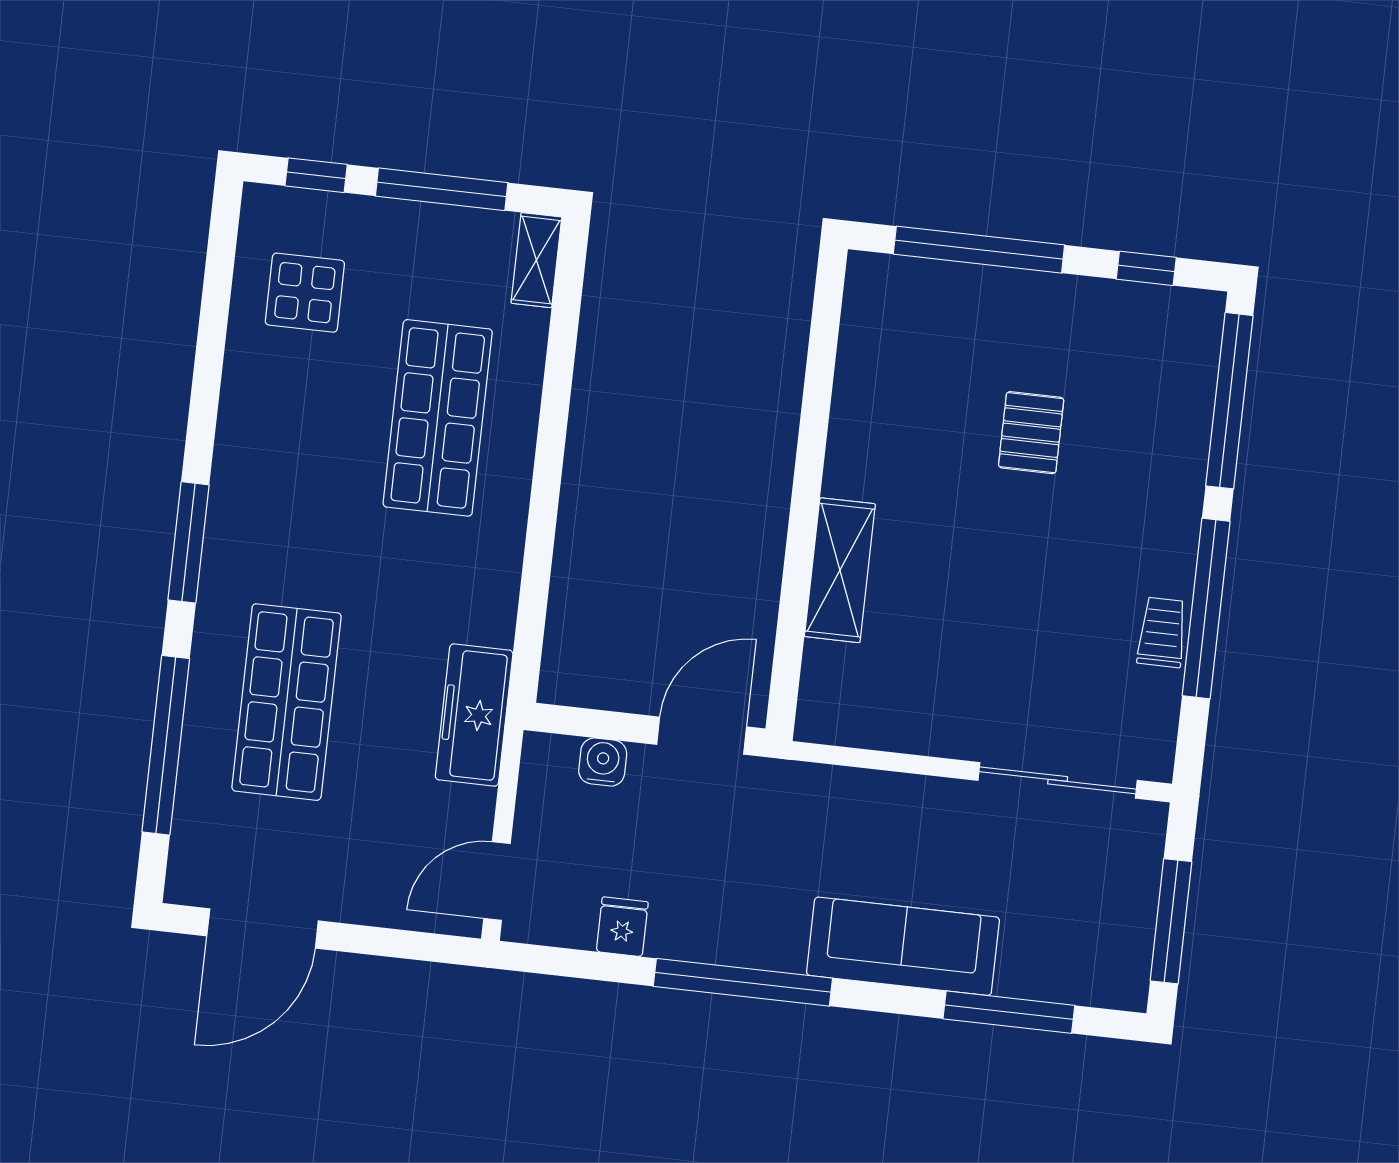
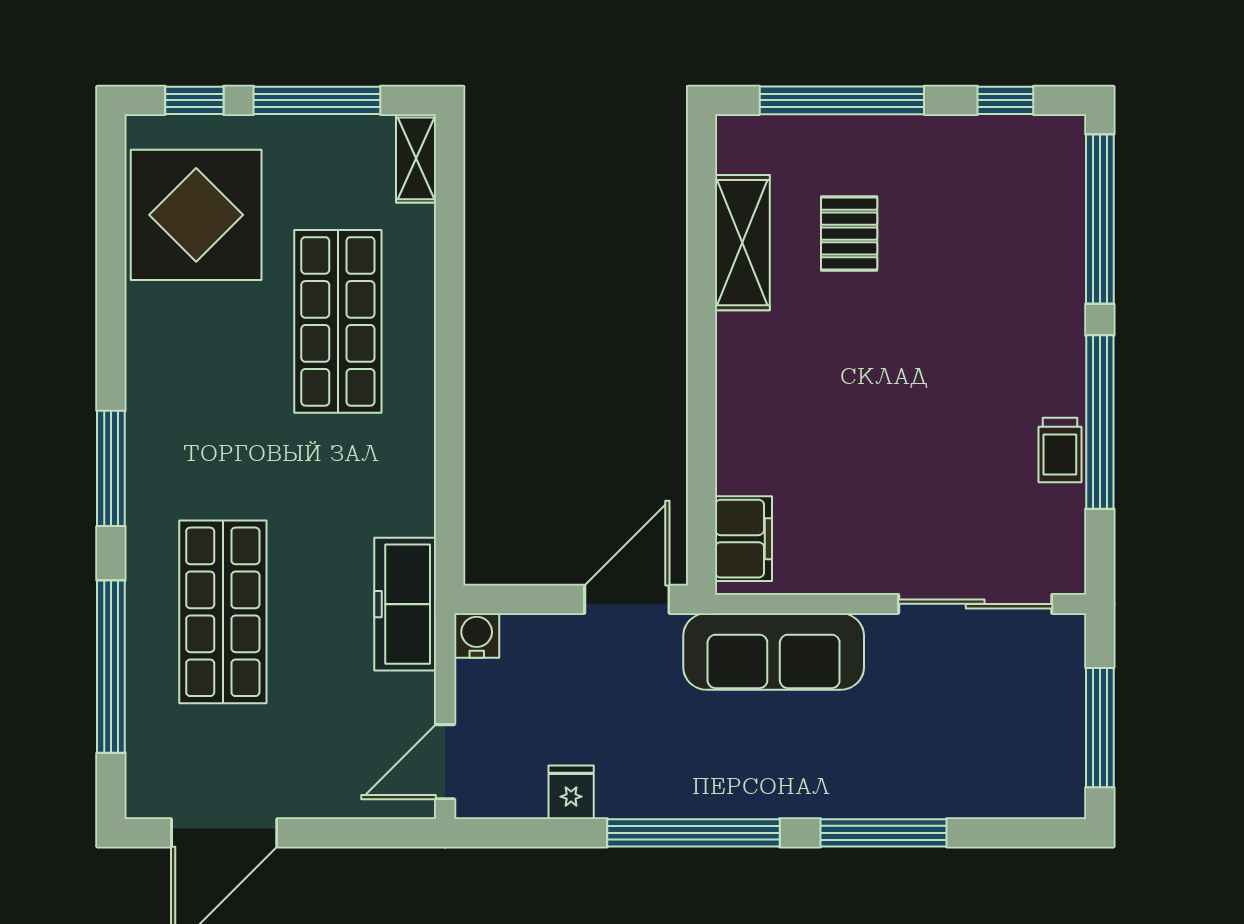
display table: (305, 293) -> (196, 215), width x1.86, depth x1.86
pallet: (1031, 433) -> (849, 234), moved
shelving: (840, 570) -> (742, 243), moved
trolley: (1162, 632) -> (1060, 450), turned 180
filing cabinet: (828, 687) -> (744, 539), added
water cooler: (603, 762) -> (477, 635), moved
sofa: (903, 946) -> (774, 651), moved, turned 180
window: (1009, 1012) -> (884, 833), moved

